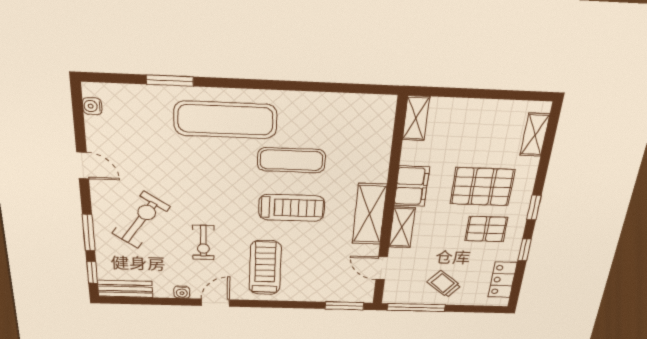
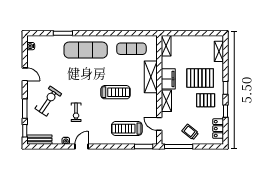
exercise mat: (291, 160) -> (131, 49), moved
shelving: (369, 214) -> (151, 77), moved
treadmill: (265, 268) -> (127, 129), moved, turned -90

